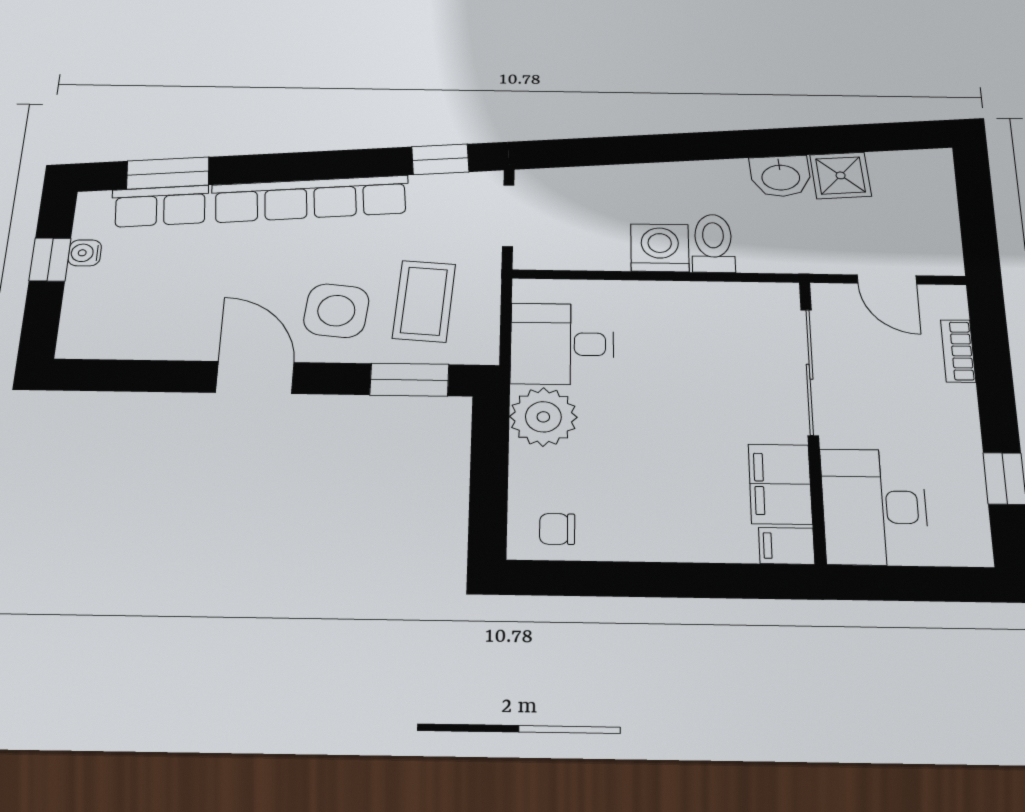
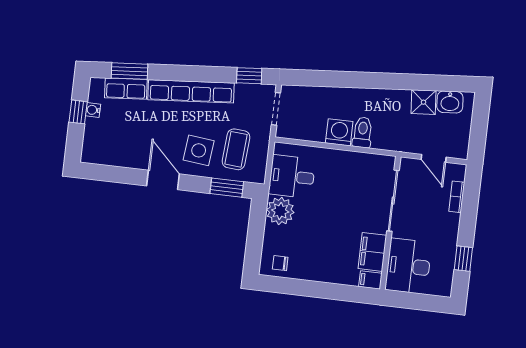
washbasin: (781, 176) -> (450, 102), moved

